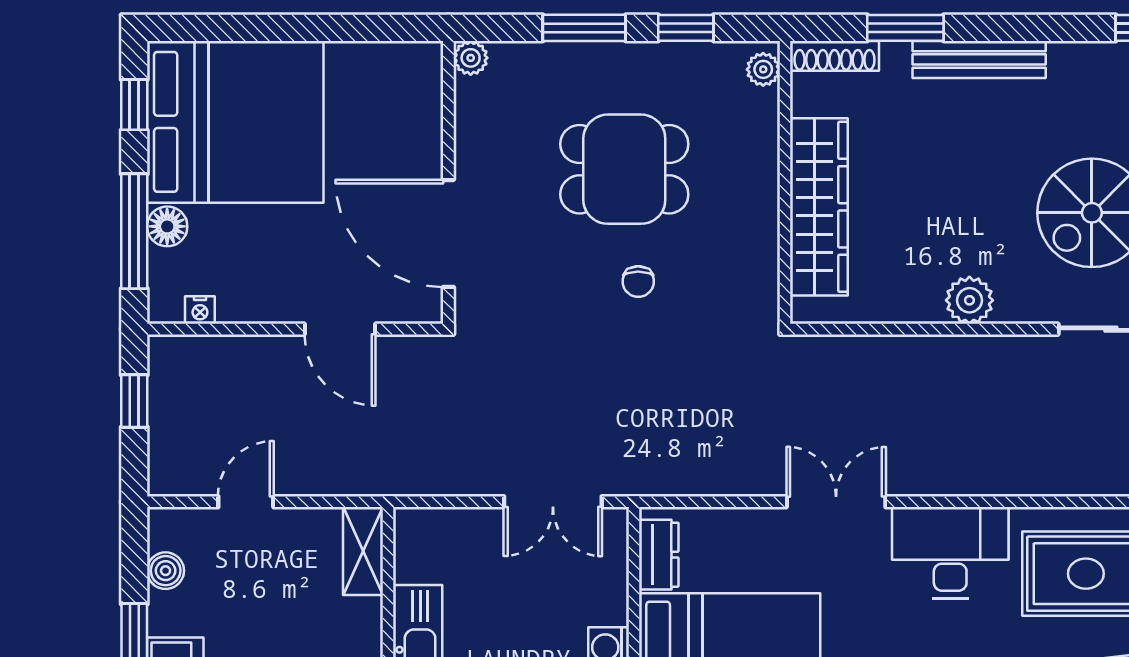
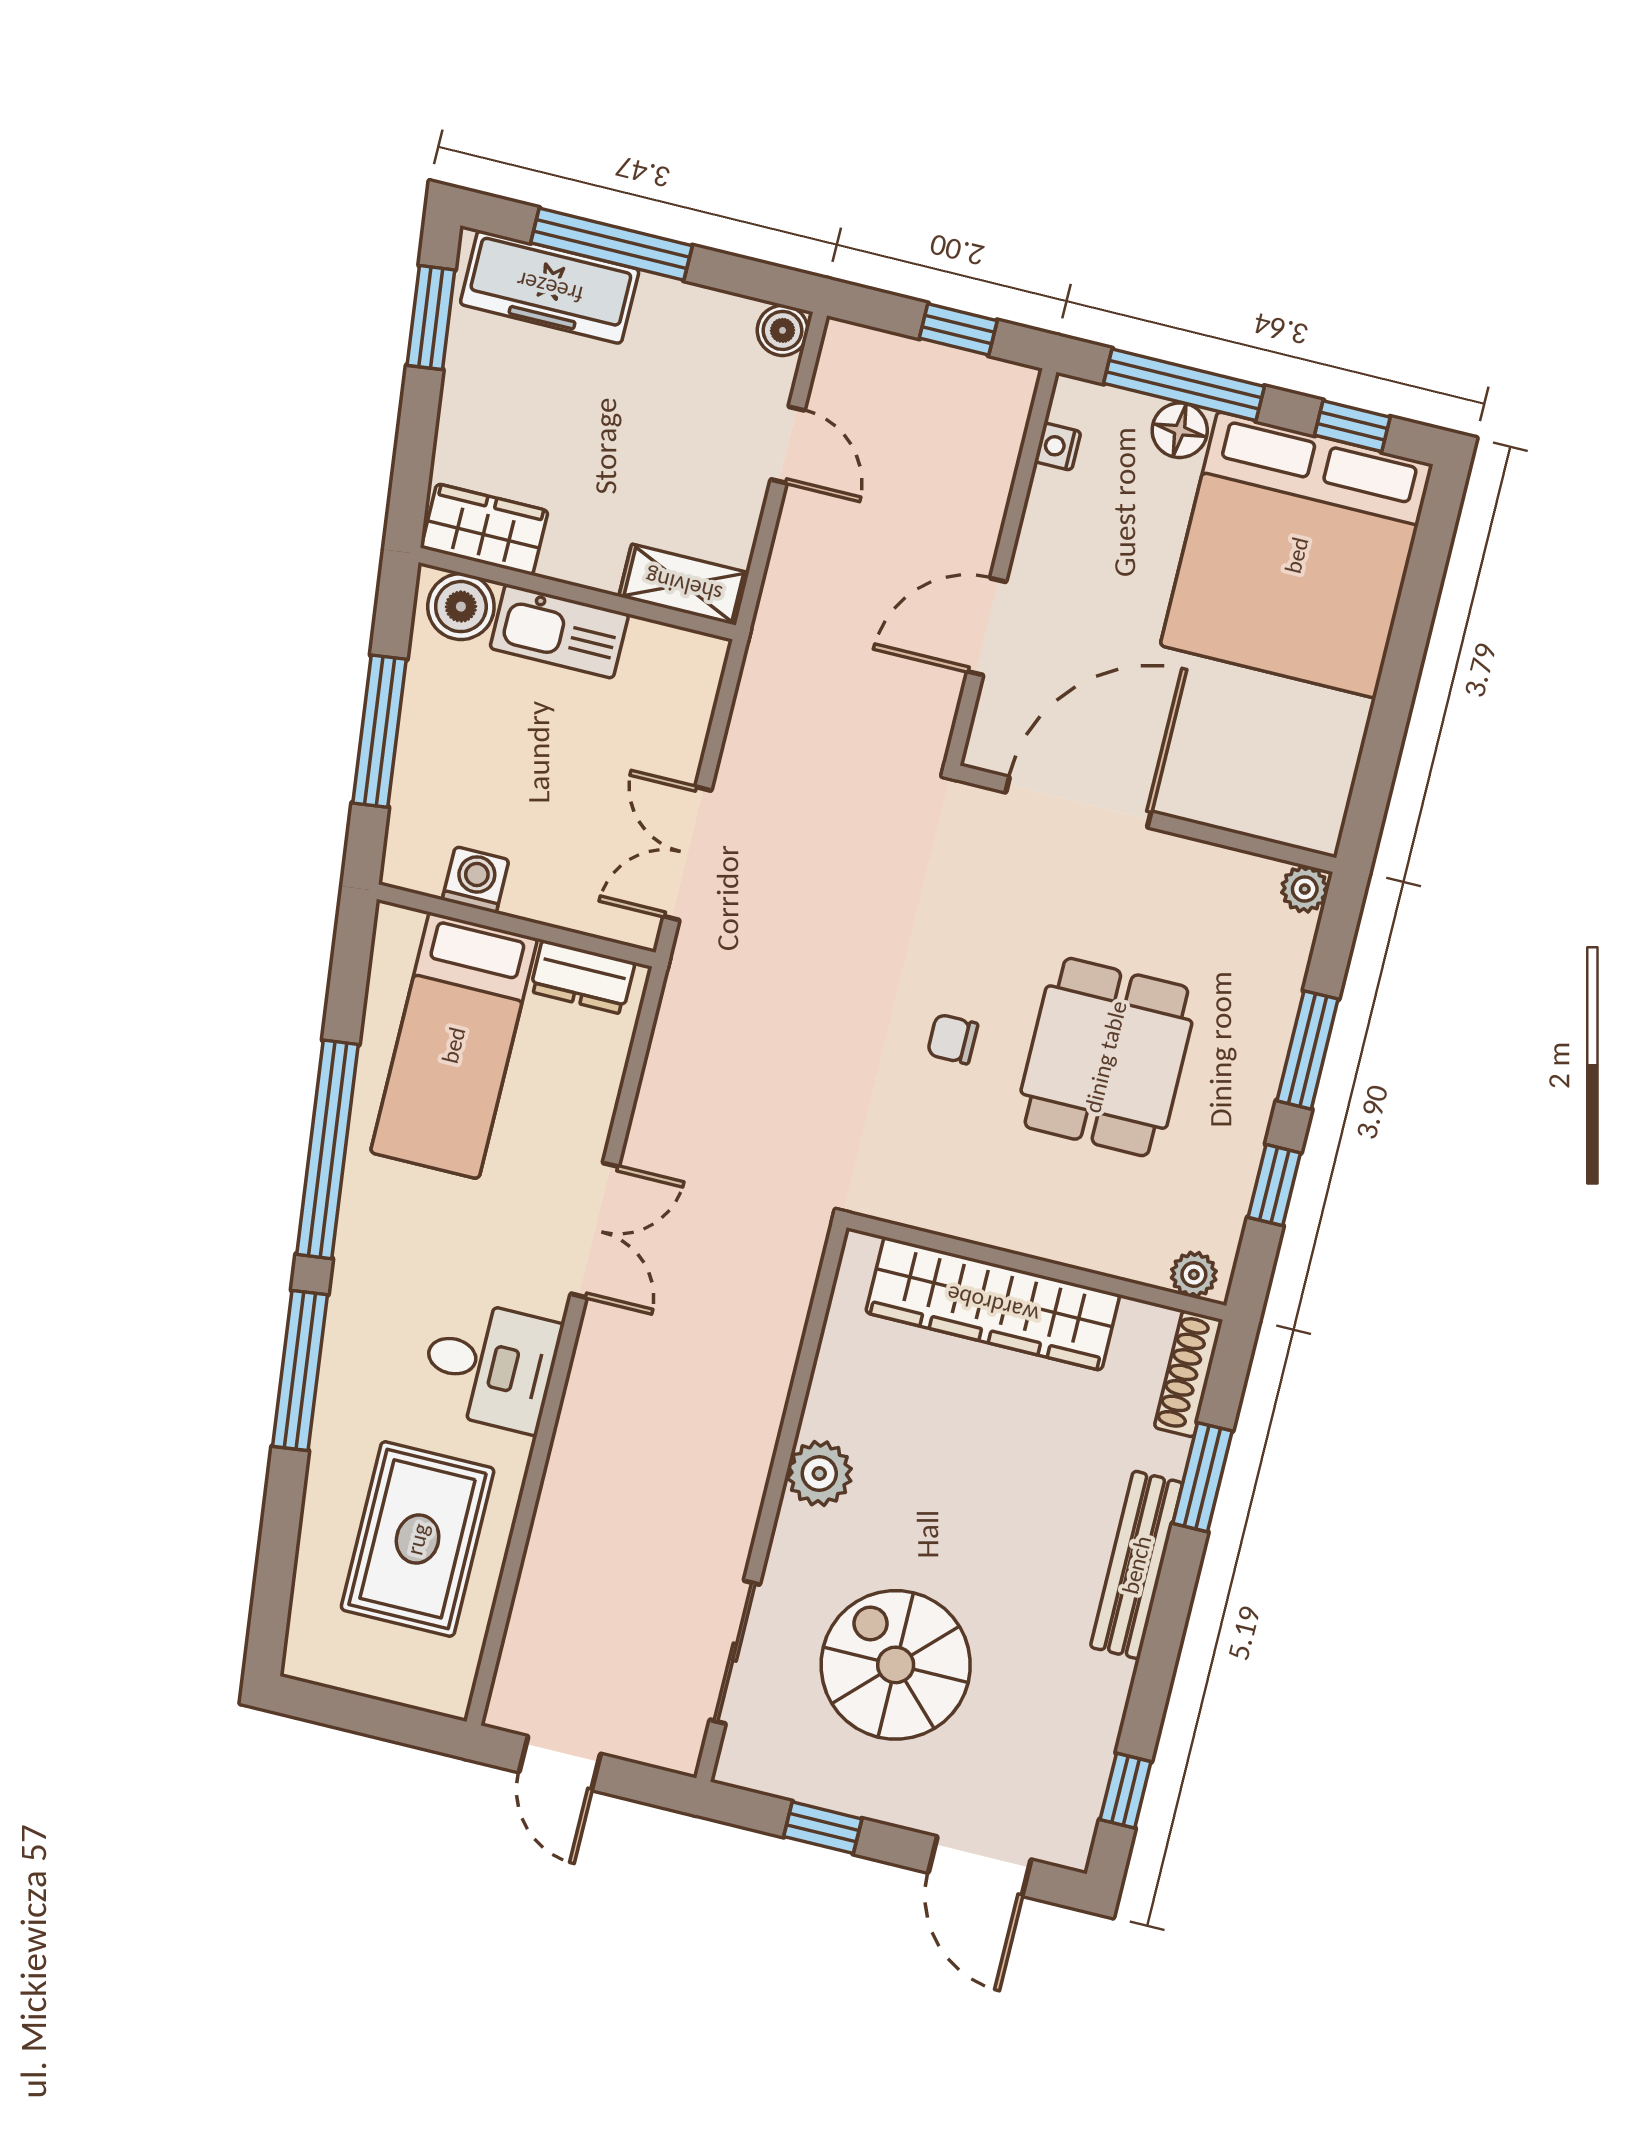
desk: (950, 553) -> (490, 1365), width x0.73
boiler: (166, 571) -> (783, 330), moved

